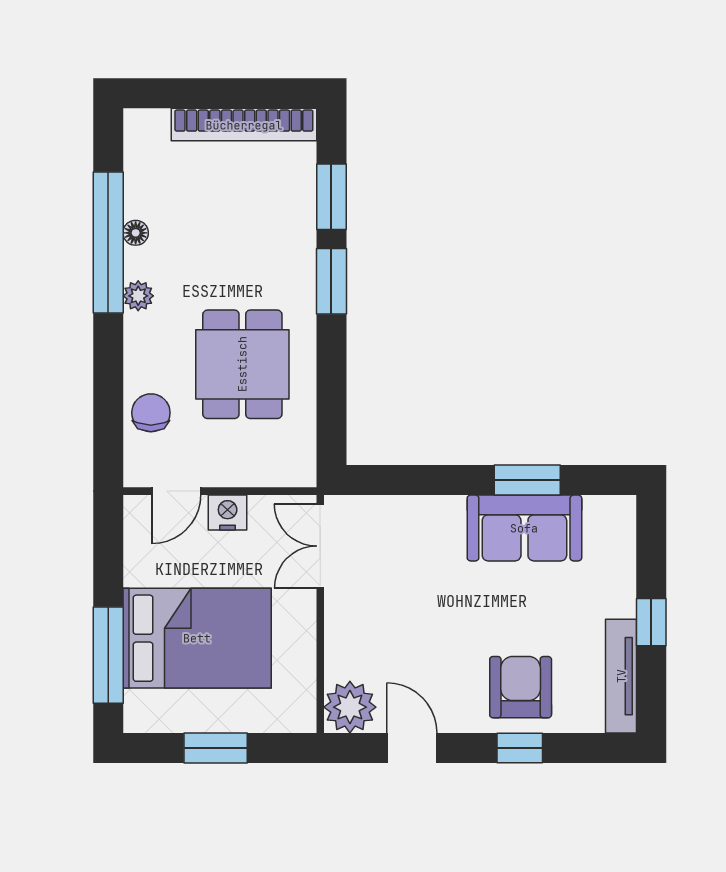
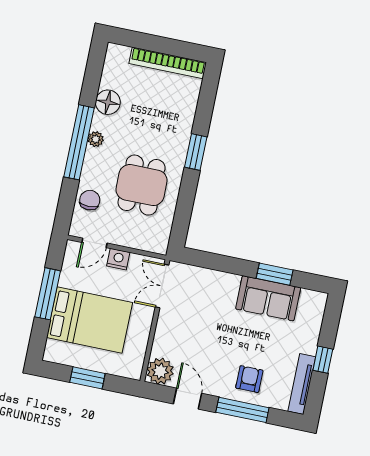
window: (331, 197) -> (205, 109), removed
floor lamp: (136, 233) -> (108, 102), width x1.89, depth x1.89
window: (108, 242) -> (79, 142), moved
window: (108, 655) -> (48, 294), moved
armchair: (521, 687) -> (249, 379), width x0.72, depth x0.72
window: (520, 748) -> (242, 410), width x2.17

